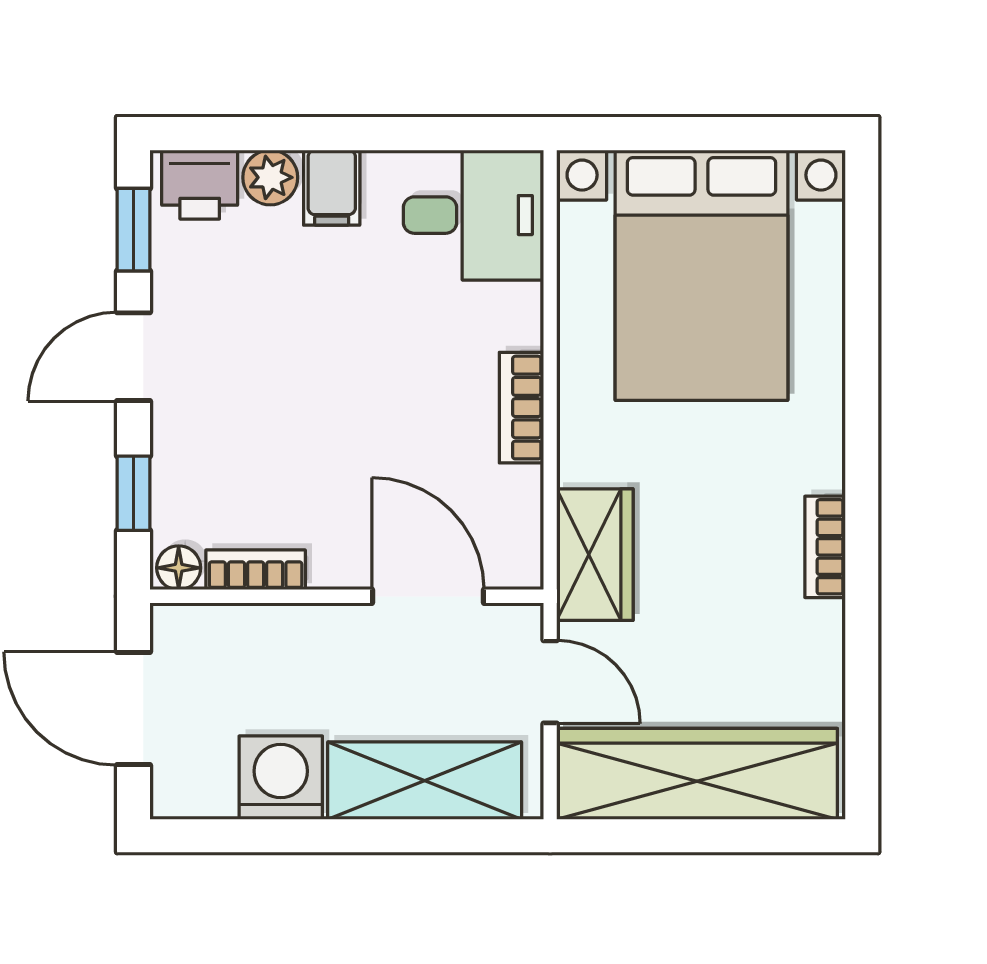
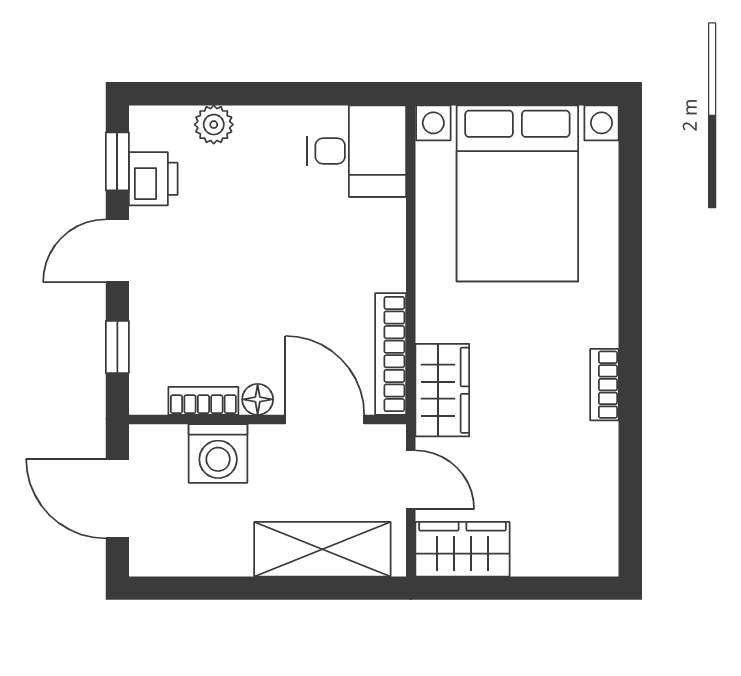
printer: (200, 185) -> (153, 179), moved, turned -90
filing cabinet: (332, 188) -> (257, 132), removed
bookcase: (521, 408) -> (391, 354), moved, width x1.56
floor lamp: (179, 568) -> (258, 399), moved
wardrobe: (697, 774) -> (462, 549), width x0.48, depth x0.85
washing machine: (281, 778) -> (218, 453), moved, turned 180

